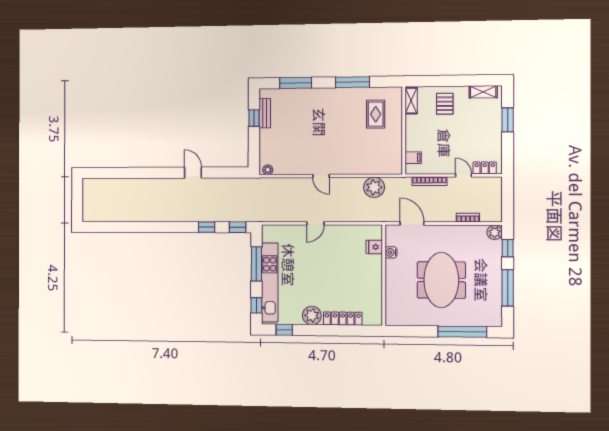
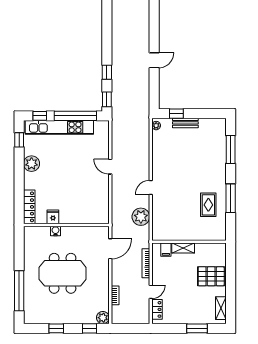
shelving: (411, 101) -> (183, 248), moved
pallet: (445, 104) -> (211, 276), width x1.50, depth x1.42
bench: (265, 113) -> (185, 123), moved
rug: (376, 114) -> (208, 205), moved, turned 90
window: (254, 118) -> (176, 114), moved
door: (321, 176) -> (151, 188), moved
fridge: (374, 247) -> (53, 217), moved
water cooler: (391, 252) -> (55, 231), moved
window: (256, 264) -> (75, 116), width x1.46
window: (508, 288) -> (56, 328), width x0.46
locker: (343, 319) -> (29, 207), moved

